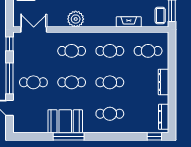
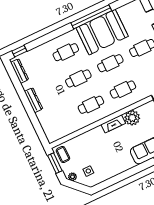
fireplace: (129, 22) -> (113, 124), moved
cafe table: (148, 51) -> (59, 120), removed
booth: (65, 121) -> (102, 32), width x1.36, depth x1.42
window: (69, 136) -> (91, 17), width x1.46

